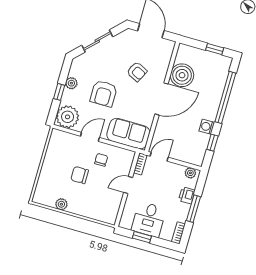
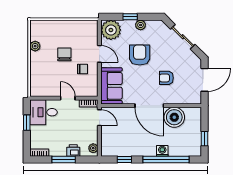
armchair: (137, 72) -> (166, 78), turned 64
armchair: (104, 93) -> (140, 55), turned 90
washing machine: (207, 127) -> (162, 151), moved
desk: (149, 219) -> (44, 112), moved

